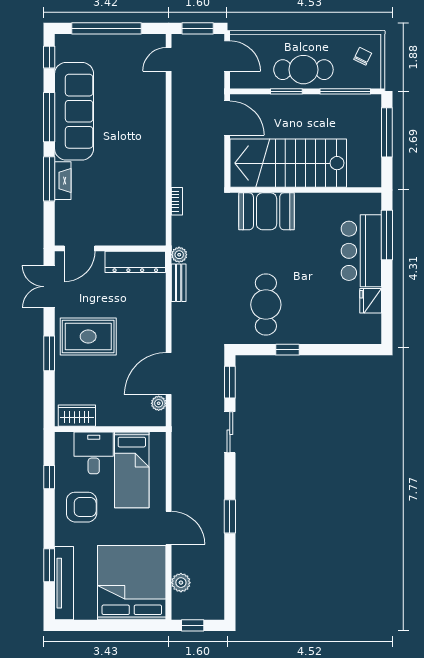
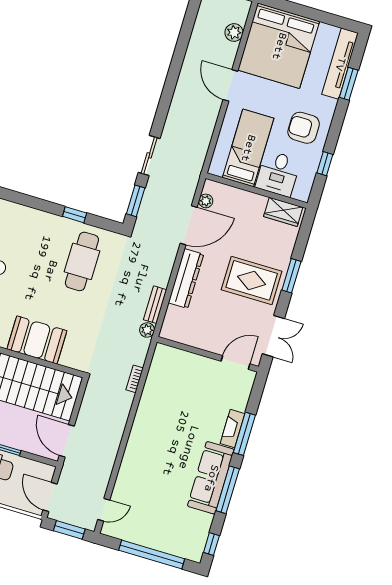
sofa: (74, 111) -> (211, 478), width x0.74, depth x0.79
booth: (267, 211) -> (37, 340), moved
dresser: (135, 262) -> (186, 278), moved, turned 90
window: (230, 516) -> (172, 79), removed

